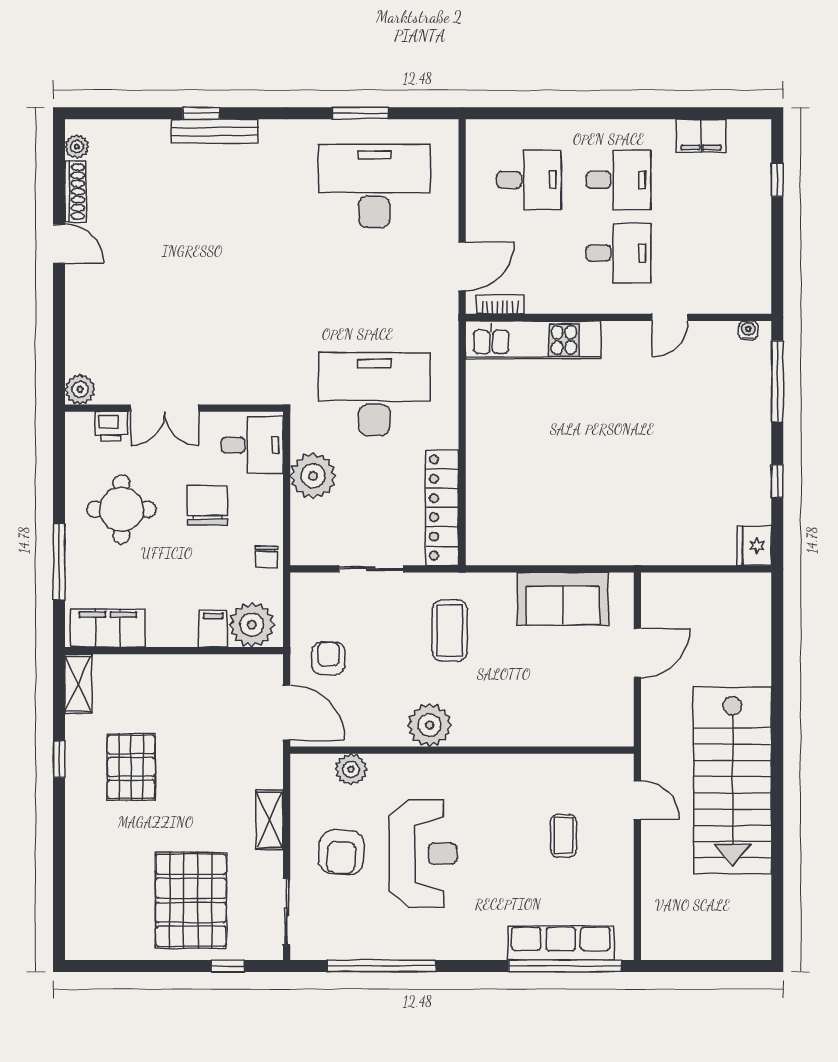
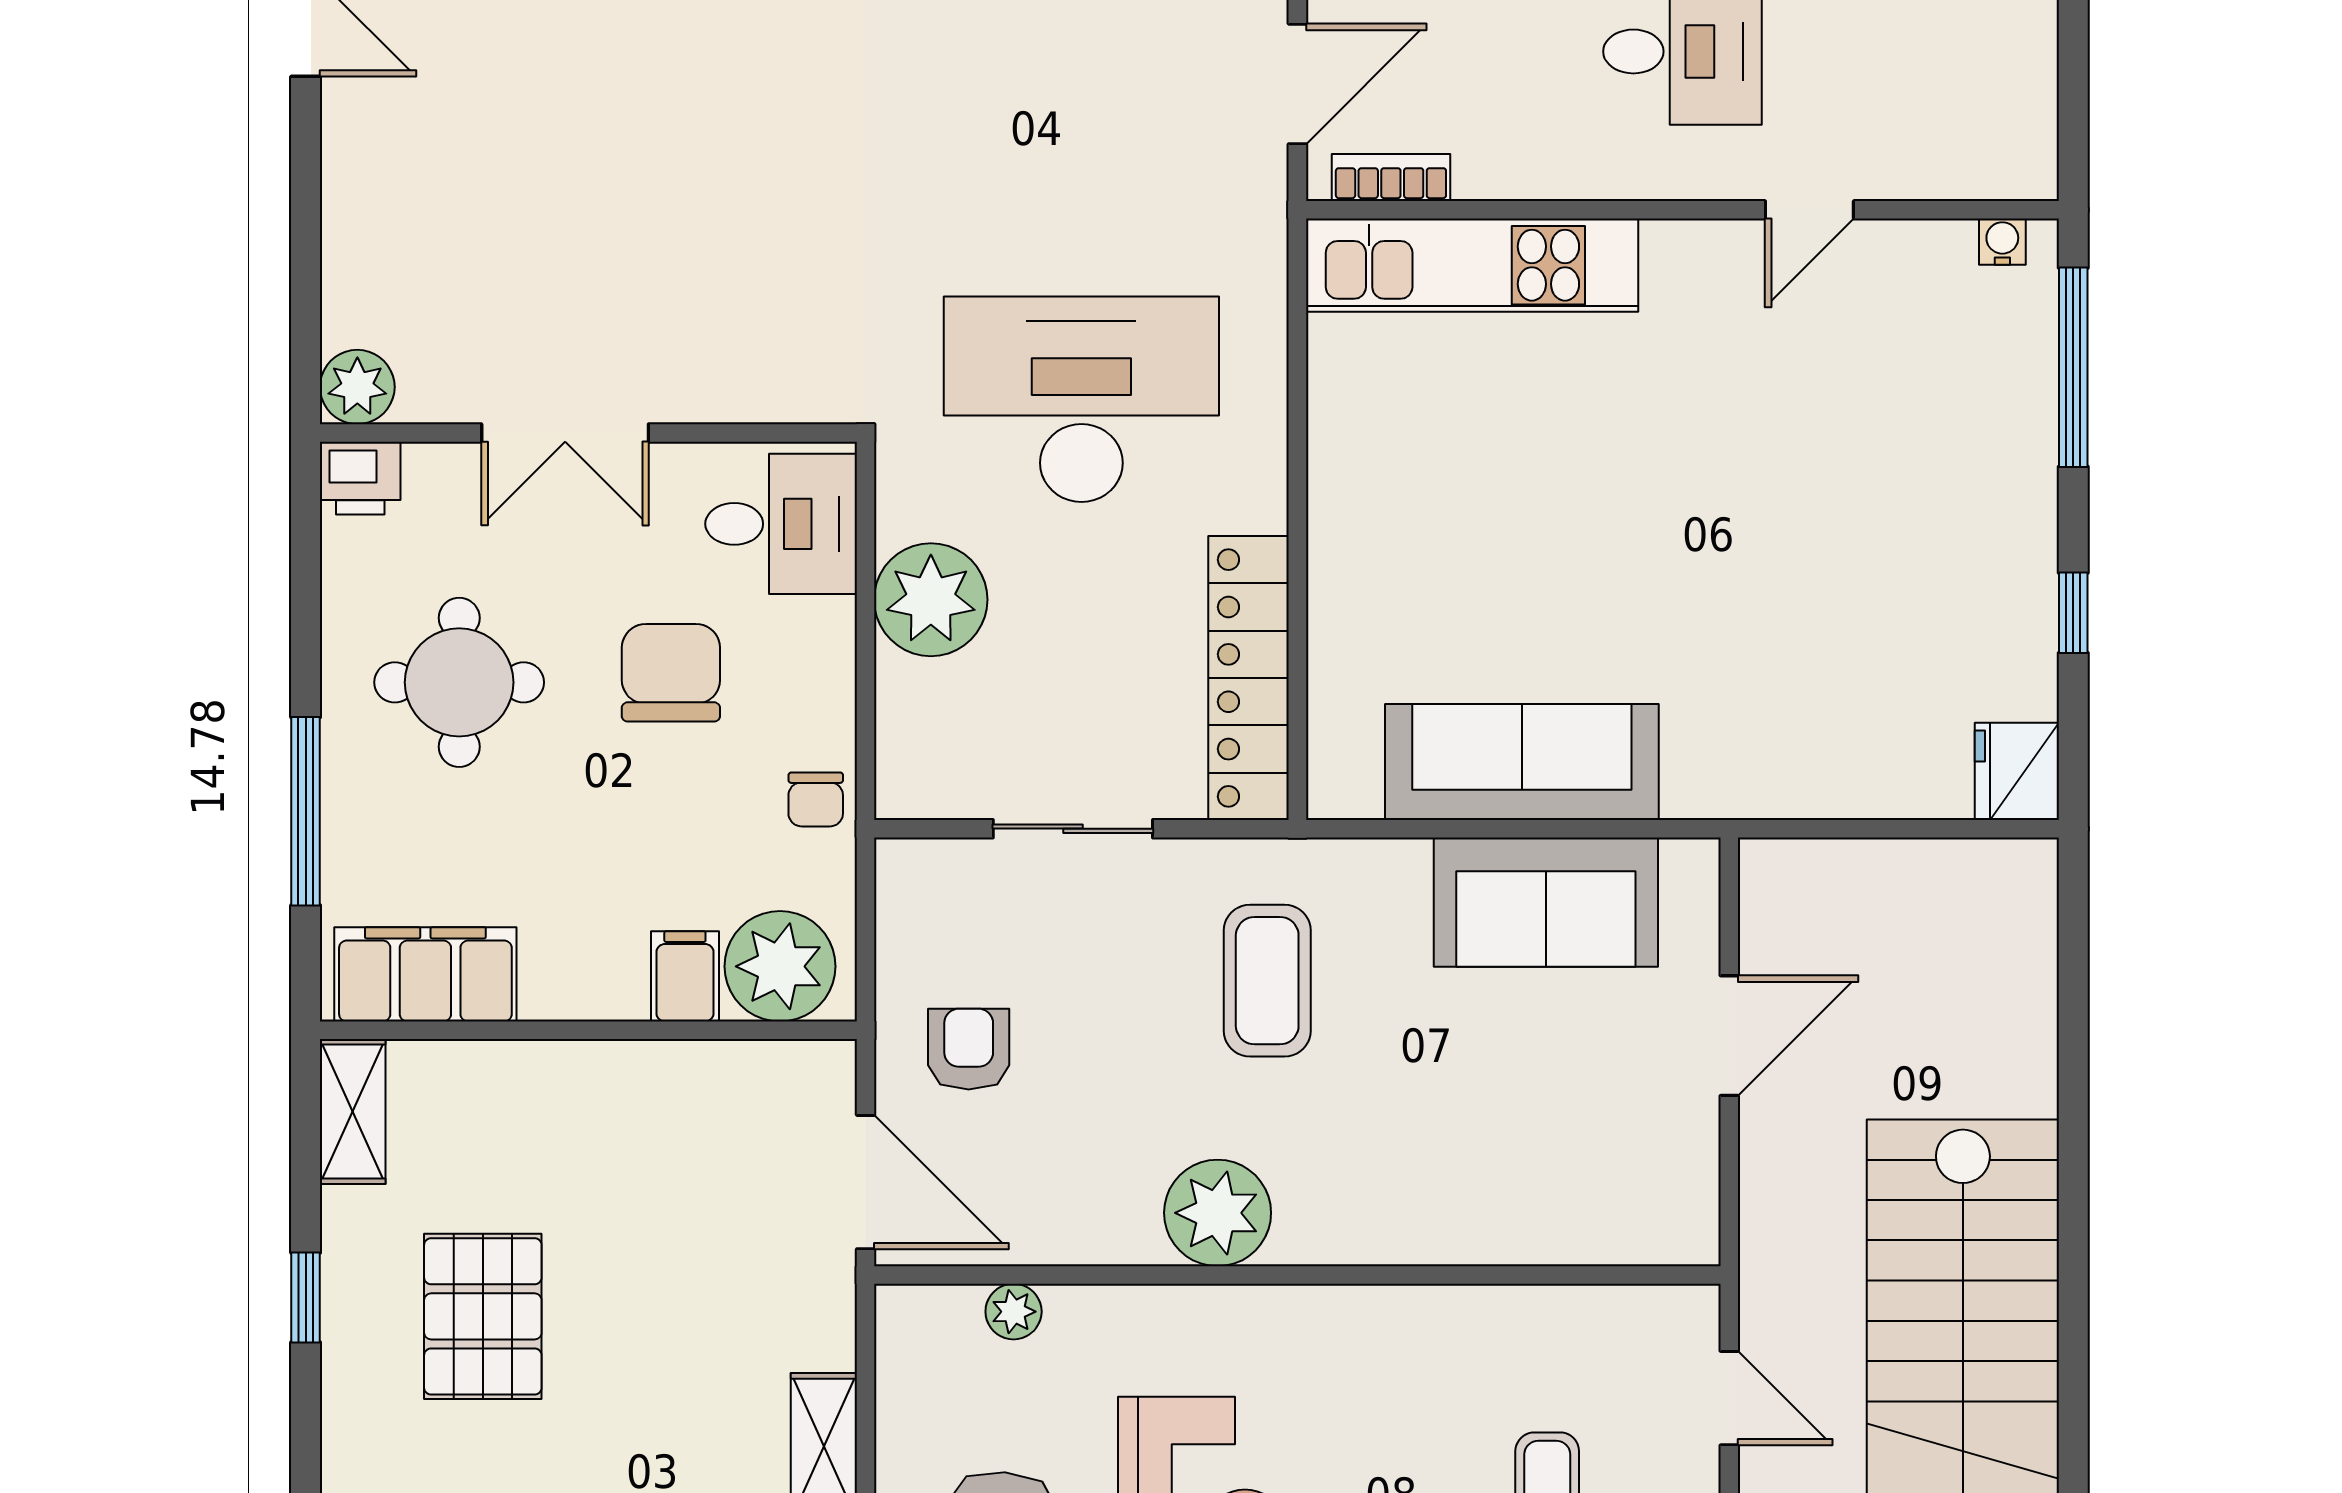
printer: (111, 426) -> (360, 478), moved
sofa: (553, 542) -> (1522, 762), added
plant: (351, 769) -> (1014, 1312), width x0.73, depth x0.73

